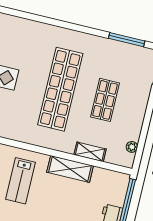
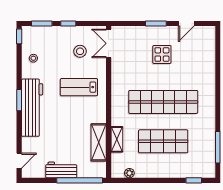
shop shelf: (105, 100) -> (163, 141), width x1.43, depth x1.36
shelving: (70, 169) -> (99, 142), moved

